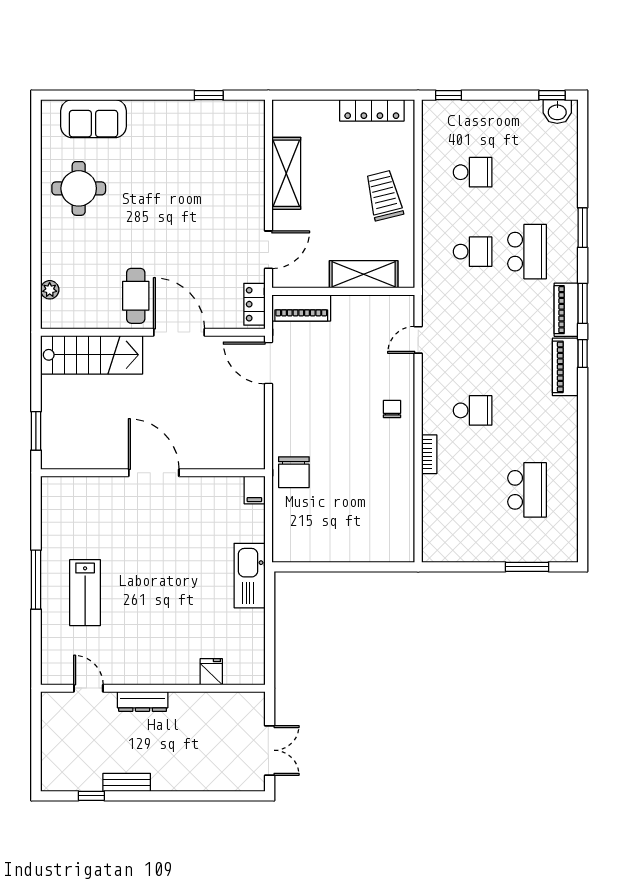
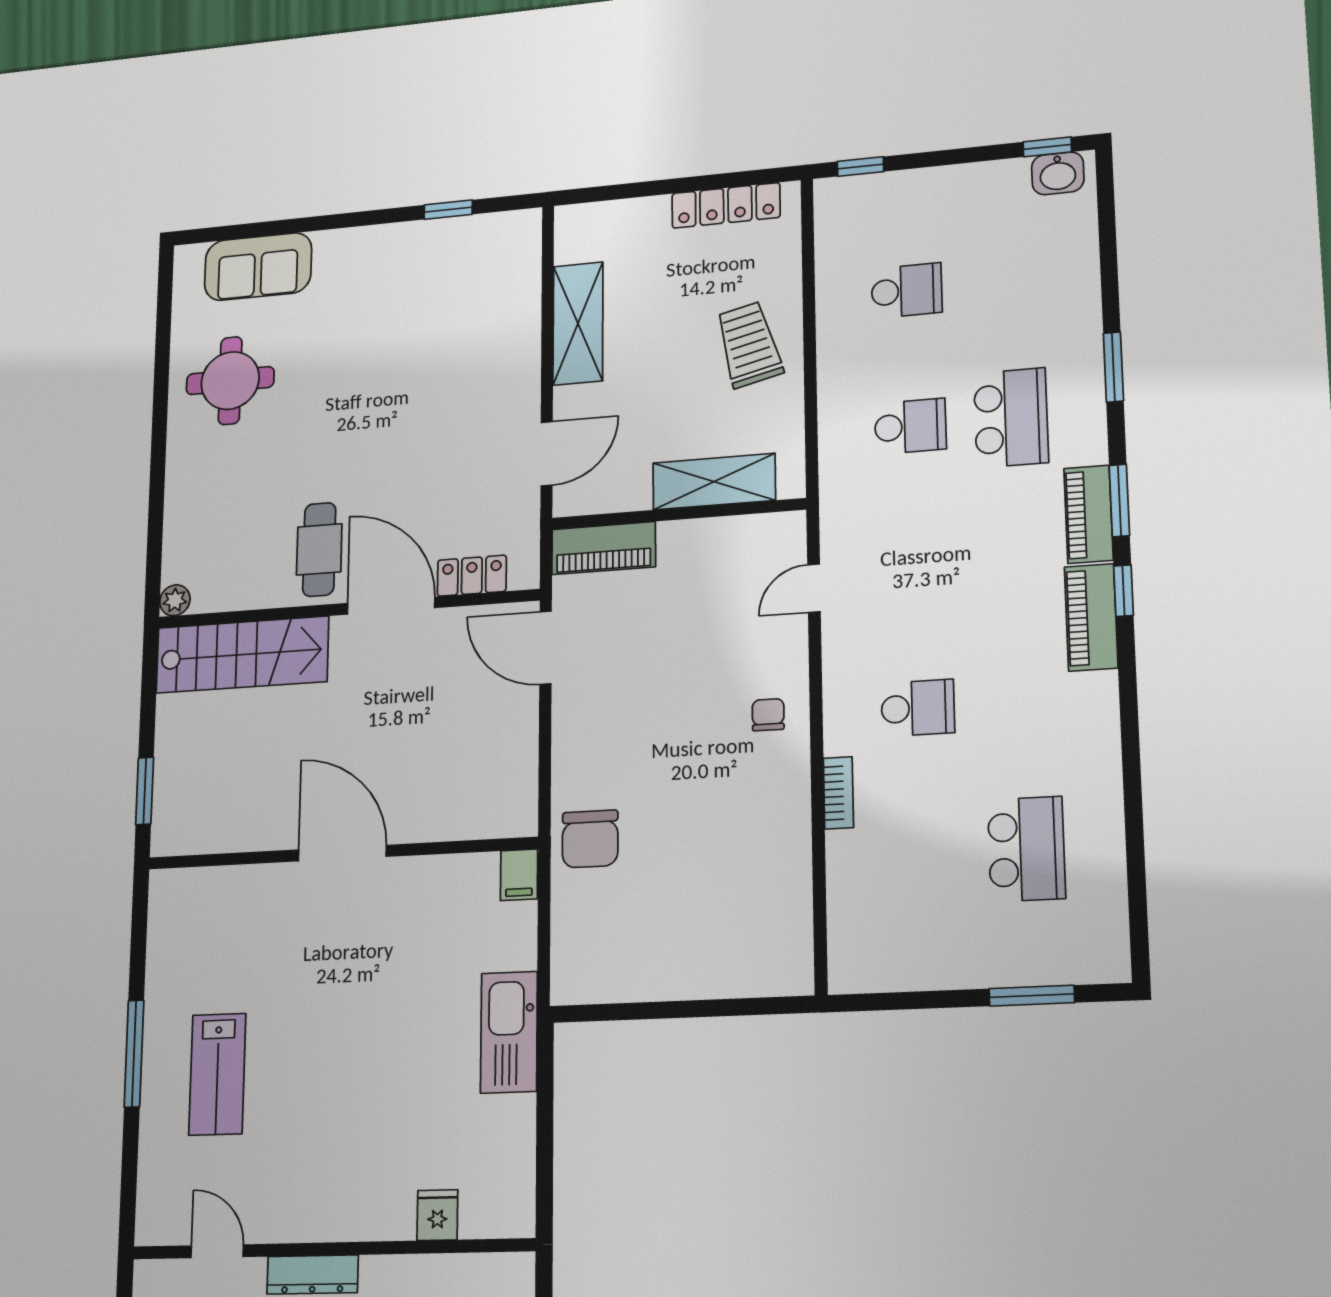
plant: (50, 290) -> (175, 600), moved
locker: (254, 304) -> (472, 576), moved, turned 90

